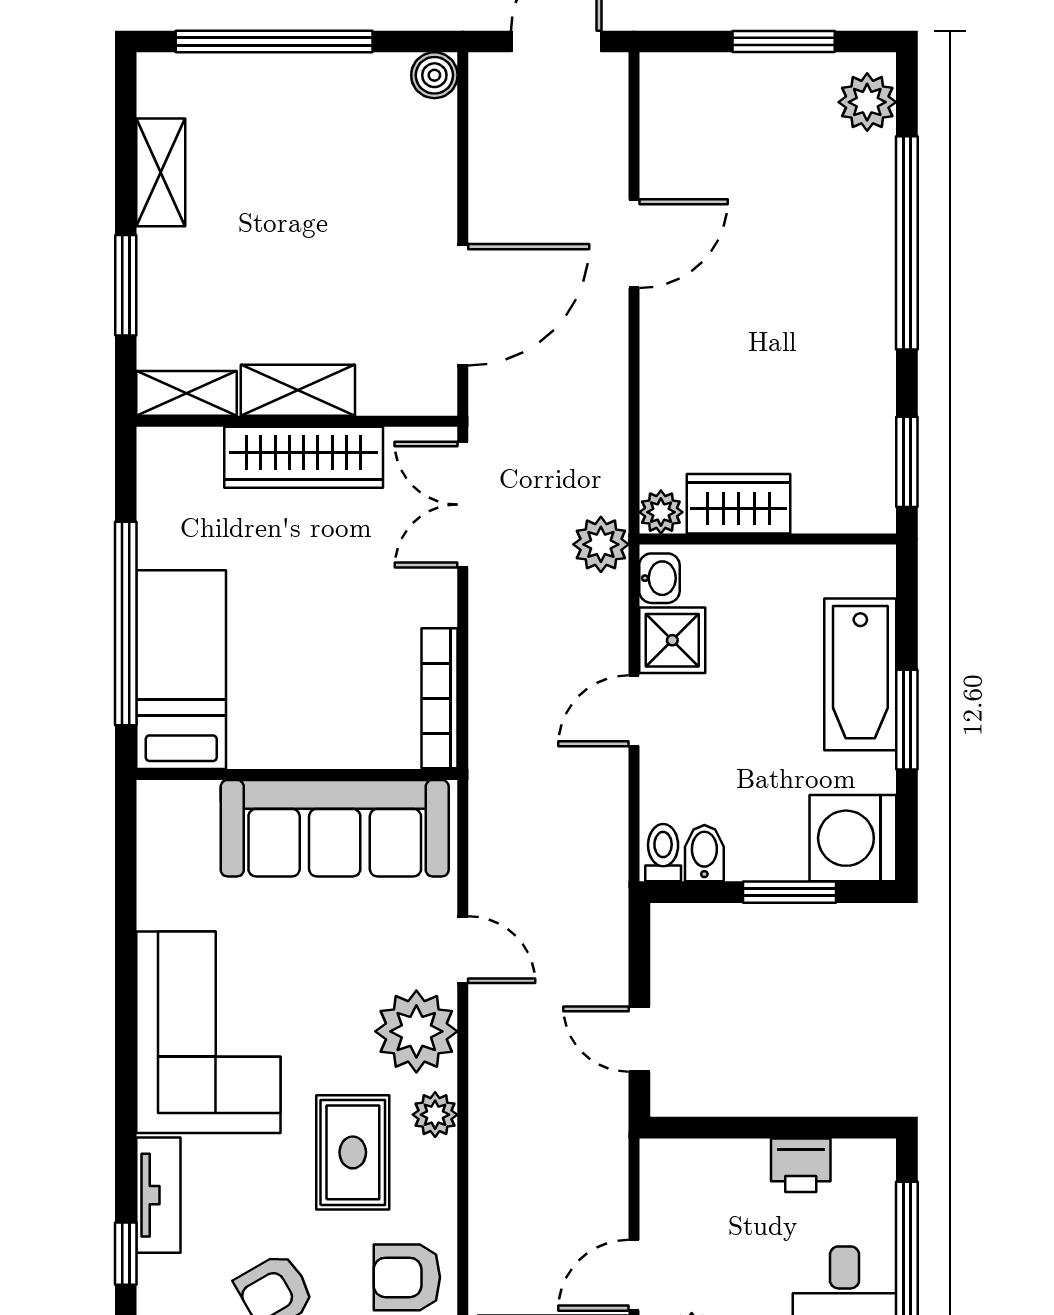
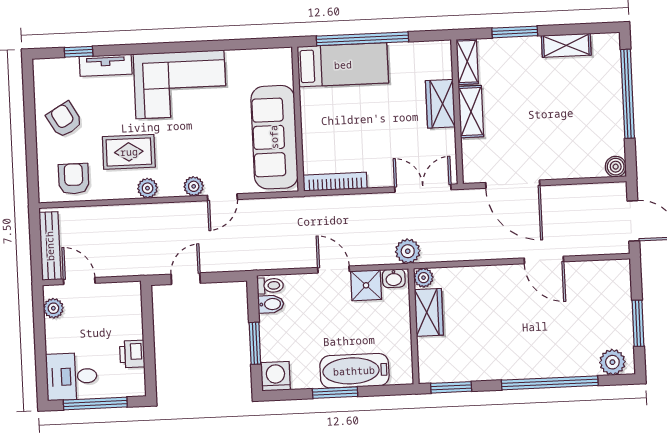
wardrobe: (304, 457) -> (440, 104), width x0.67
washing machine: (853, 838) -> (276, 376), width x0.73, depth x0.73
plant: (416, 1031) -> (194, 186), width x0.53, depth x0.53

